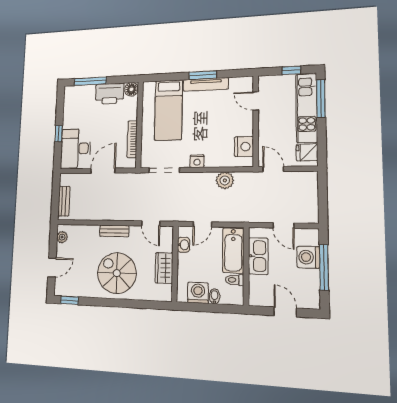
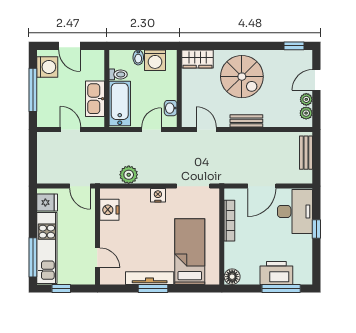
printer: (110, 94) -> (276, 273), moved
plant: (61, 250) -> (306, 99), added
washing machine: (308, 257) -> (47, 67), moved
wardrobe: (164, 268) -> (197, 59), moved, turned 90

